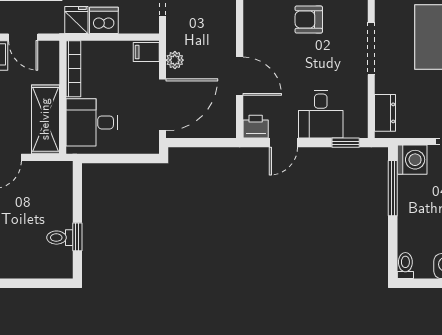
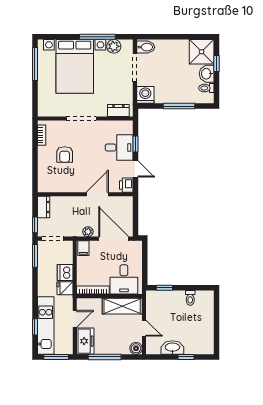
window: (346, 143) -> (136, 144), moved
window: (393, 188) -> (179, 106), moved
window: (77, 237) -> (164, 288), moved
toilet: (405, 266) -> (206, 88), moved

